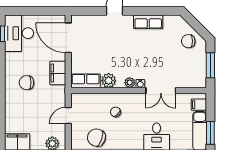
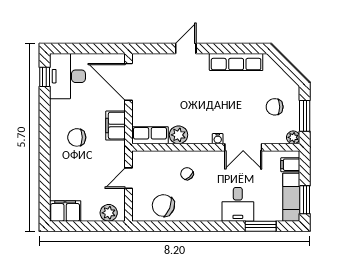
row of seats: (148, 22) -> (236, 62), width x1.48
chair: (188, 41) -> (275, 107), moved
plant: (130, 83) -> (293, 137), moved

